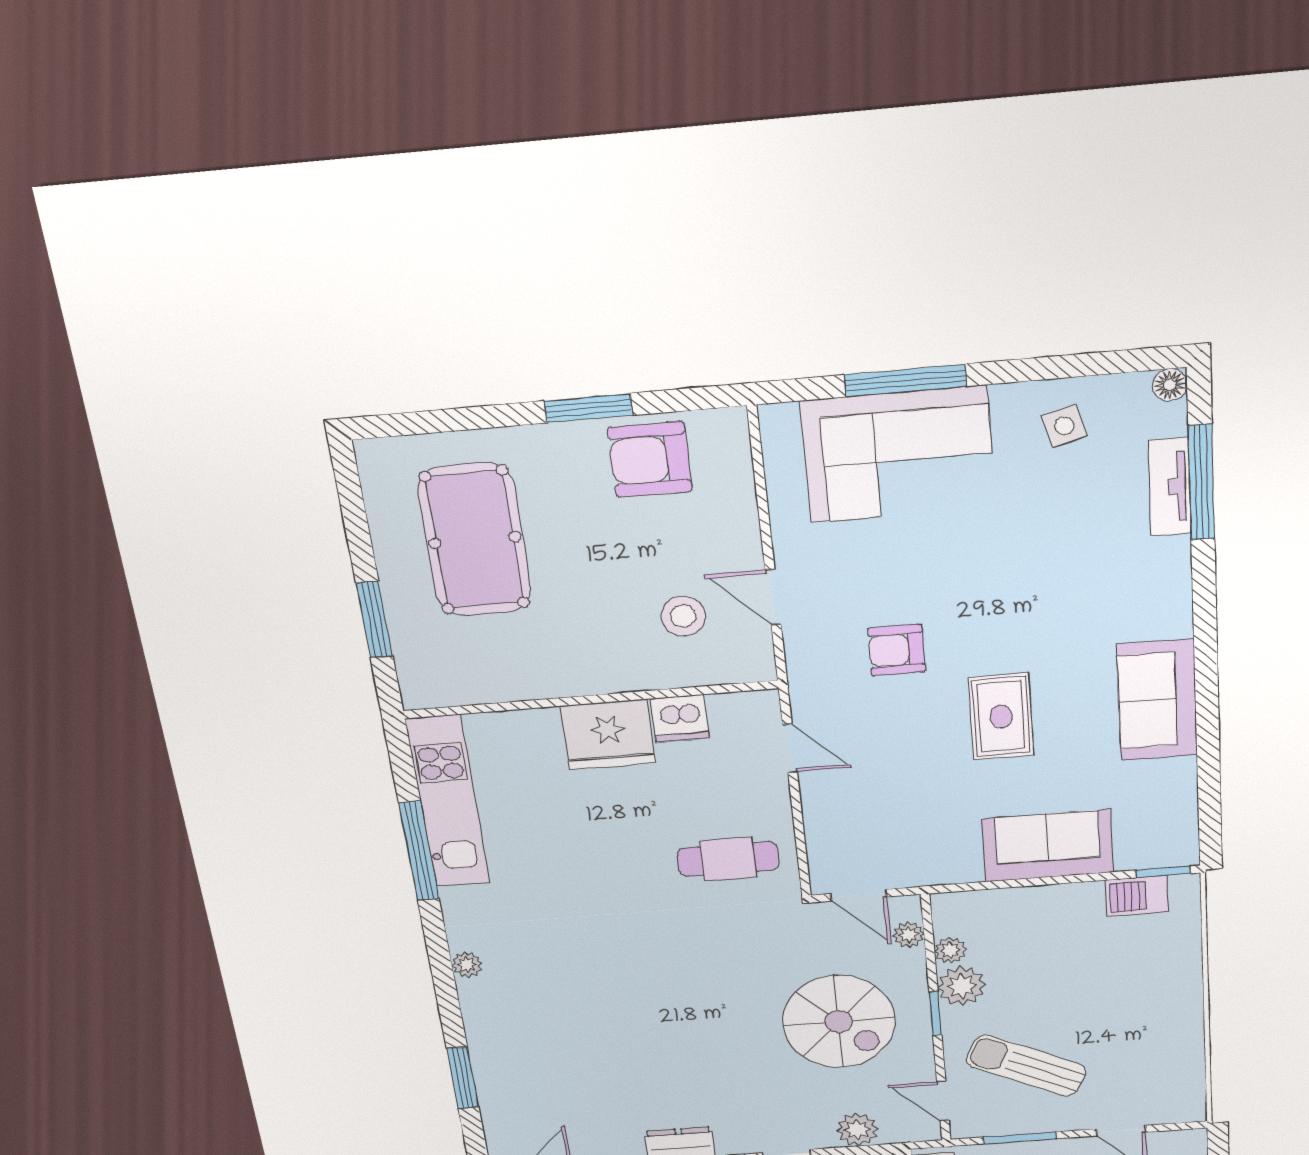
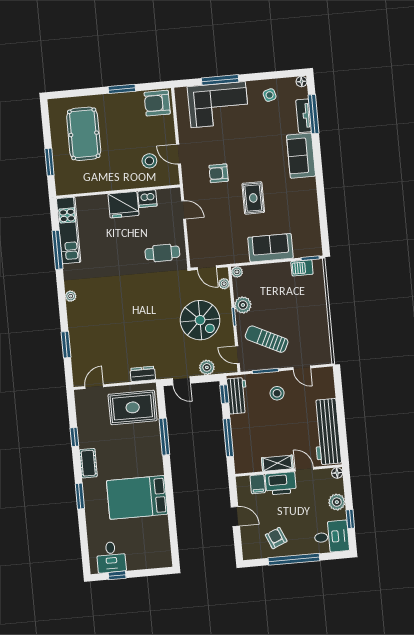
armchair: (650, 460) -> (157, 103), moved
sofa: (1157, 700) -> (301, 156), moved
plant: (950, 950) -> (237, 272), moved

